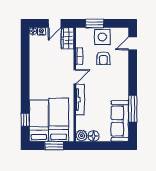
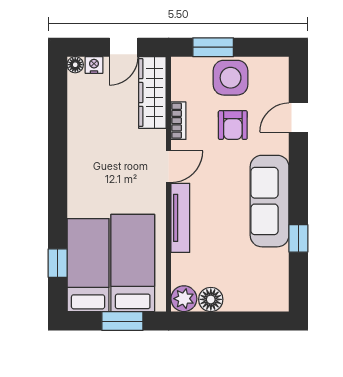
wardrobe: (67, 38) -> (152, 92), width x1.50
door: (133, 43) -> (298, 118), moved
window: (133, 109) -> (298, 238), width x0.46
sofa: (120, 121) -> (270, 201), moved

